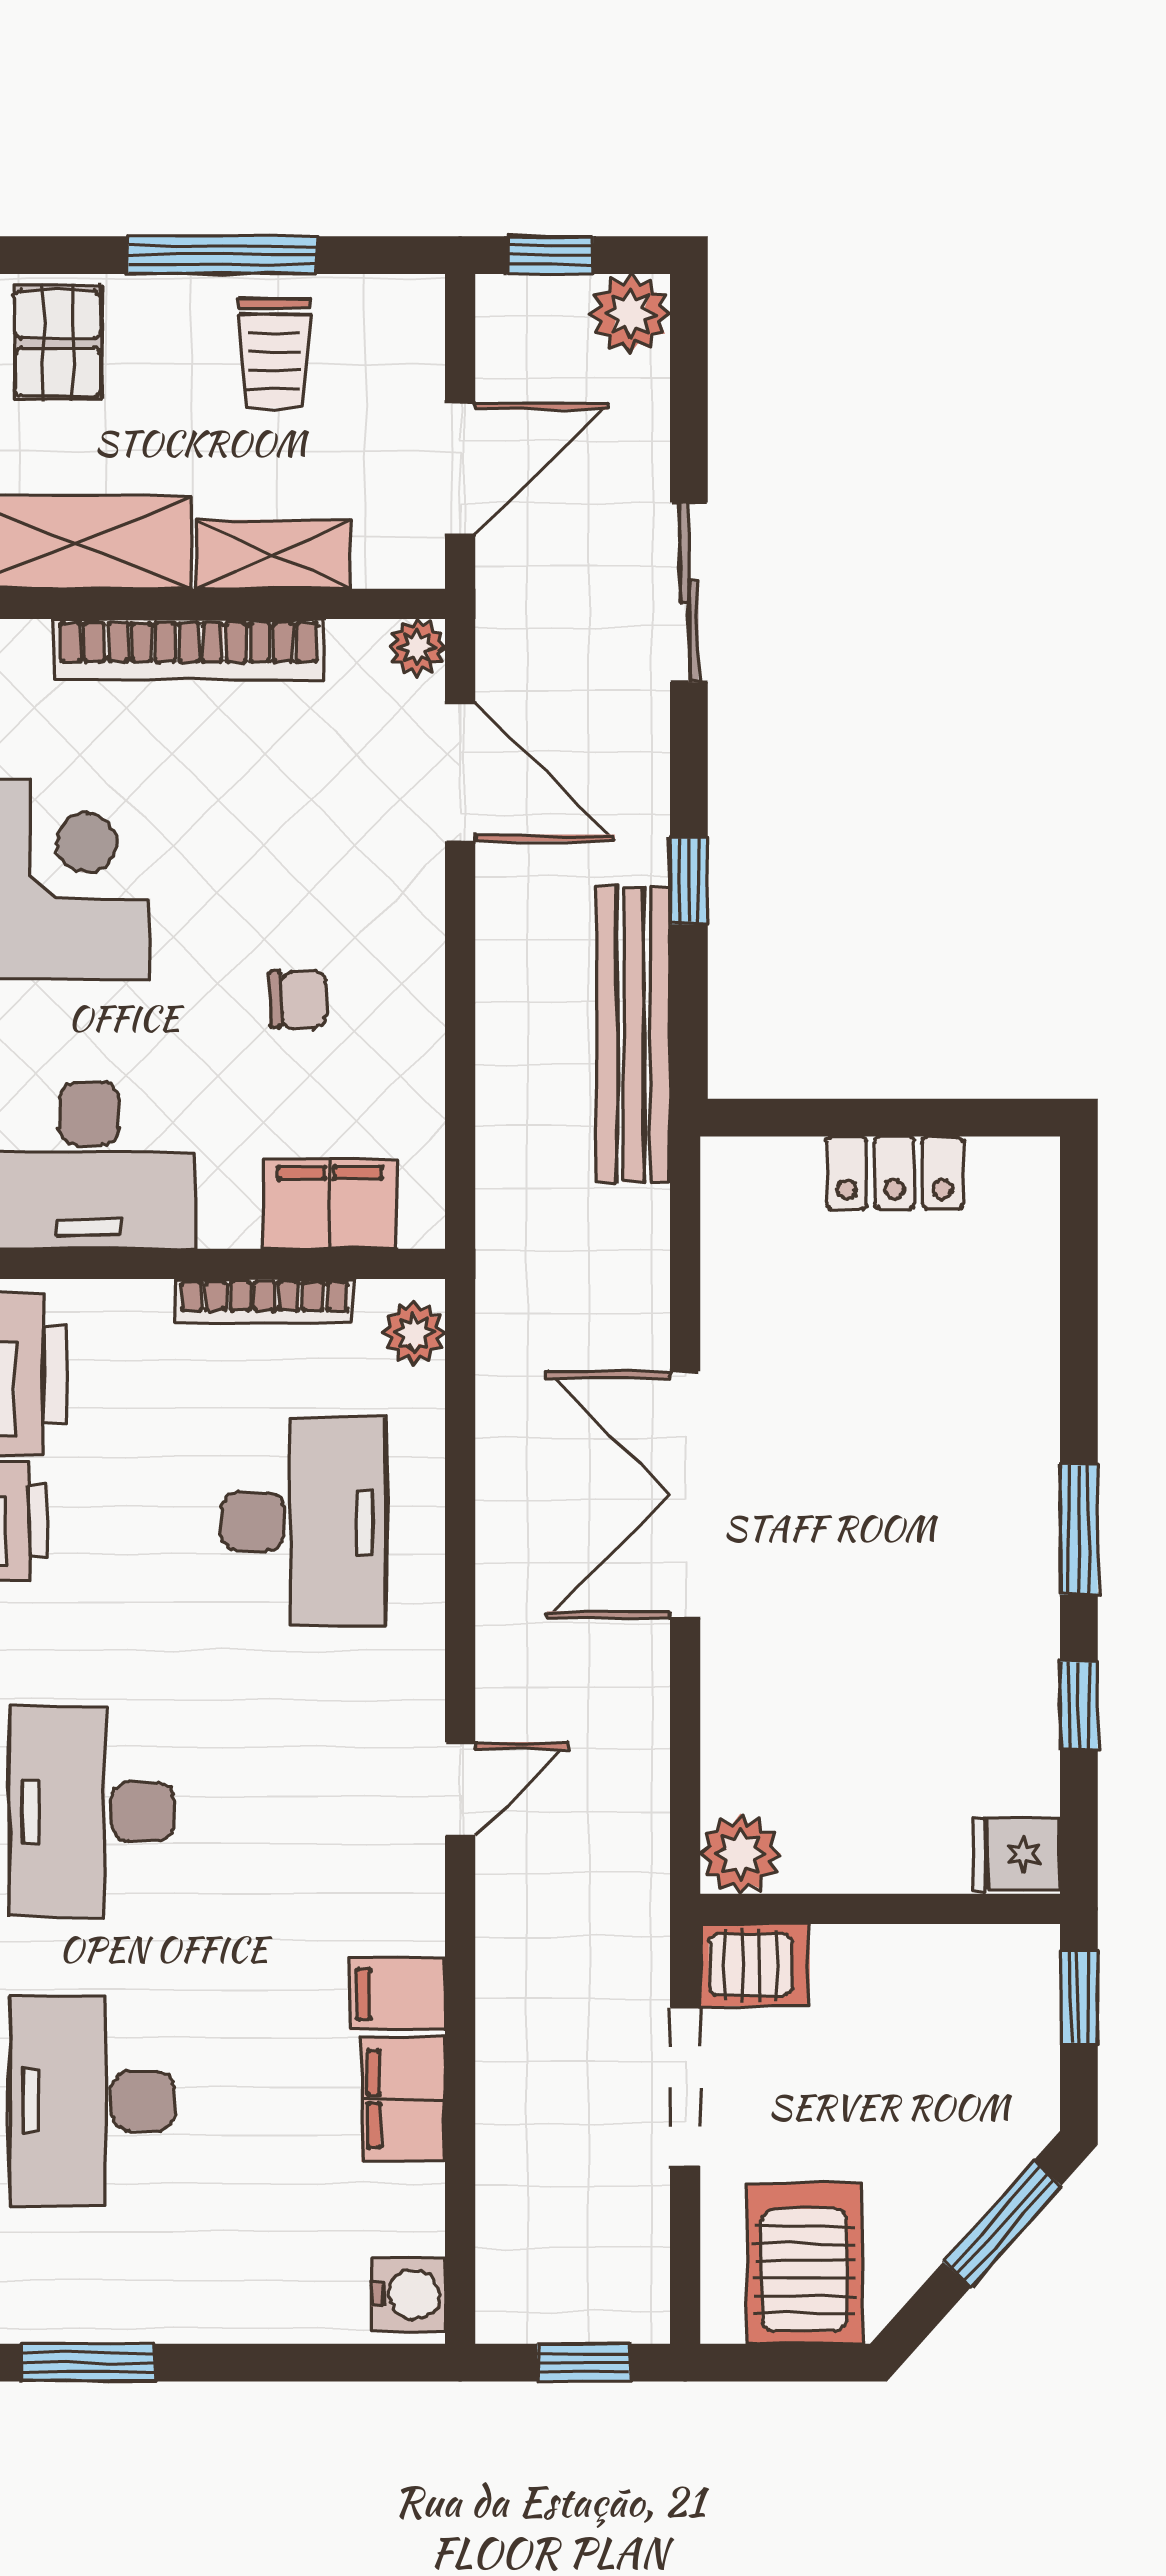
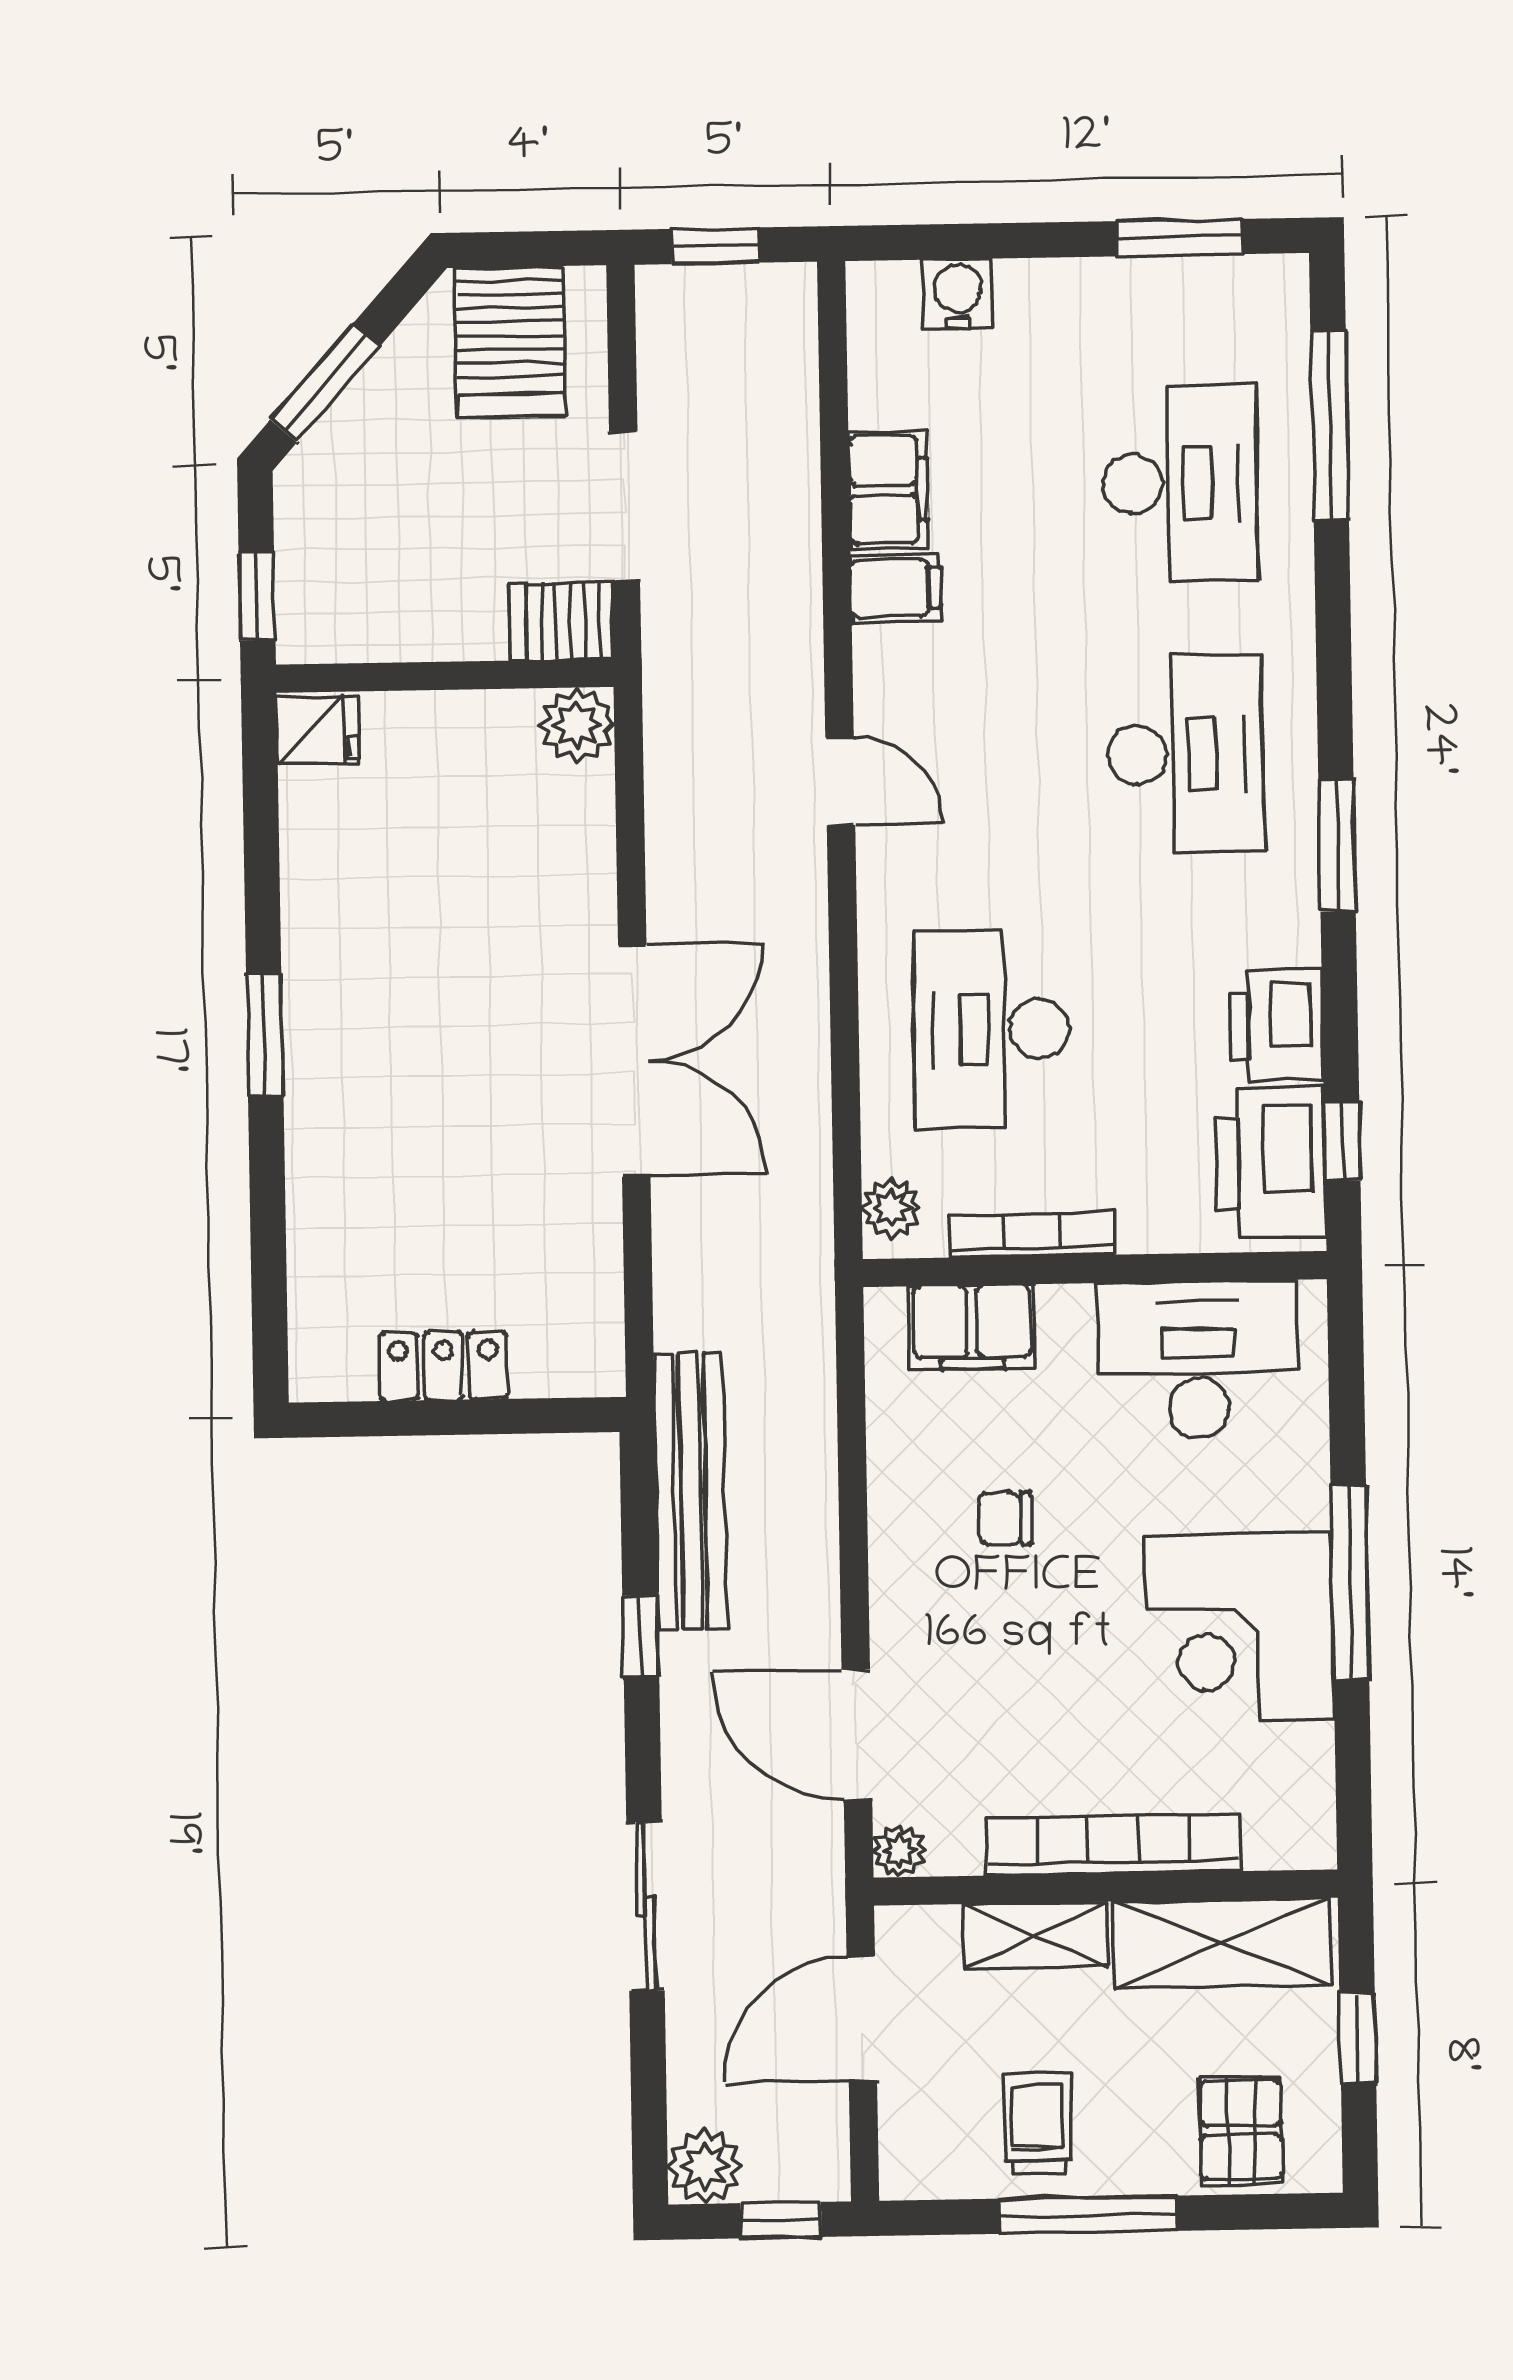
window: (1079, 1705) -> (262, 870), removed
door: (460, 1789) -> (840, 781), swing flipped
water cooler: (408, 2295) -> (958, 294), moved, turned 90

